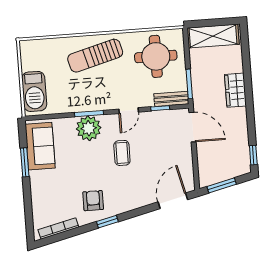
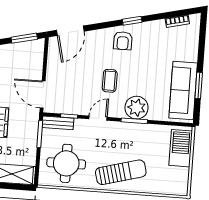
sofa: (40, 146) -> (183, 90), width x1.36
armchair: (93, 201) -> (123, 41), moved
bookcase: (58, 228) -> (177, 21), width x0.64

